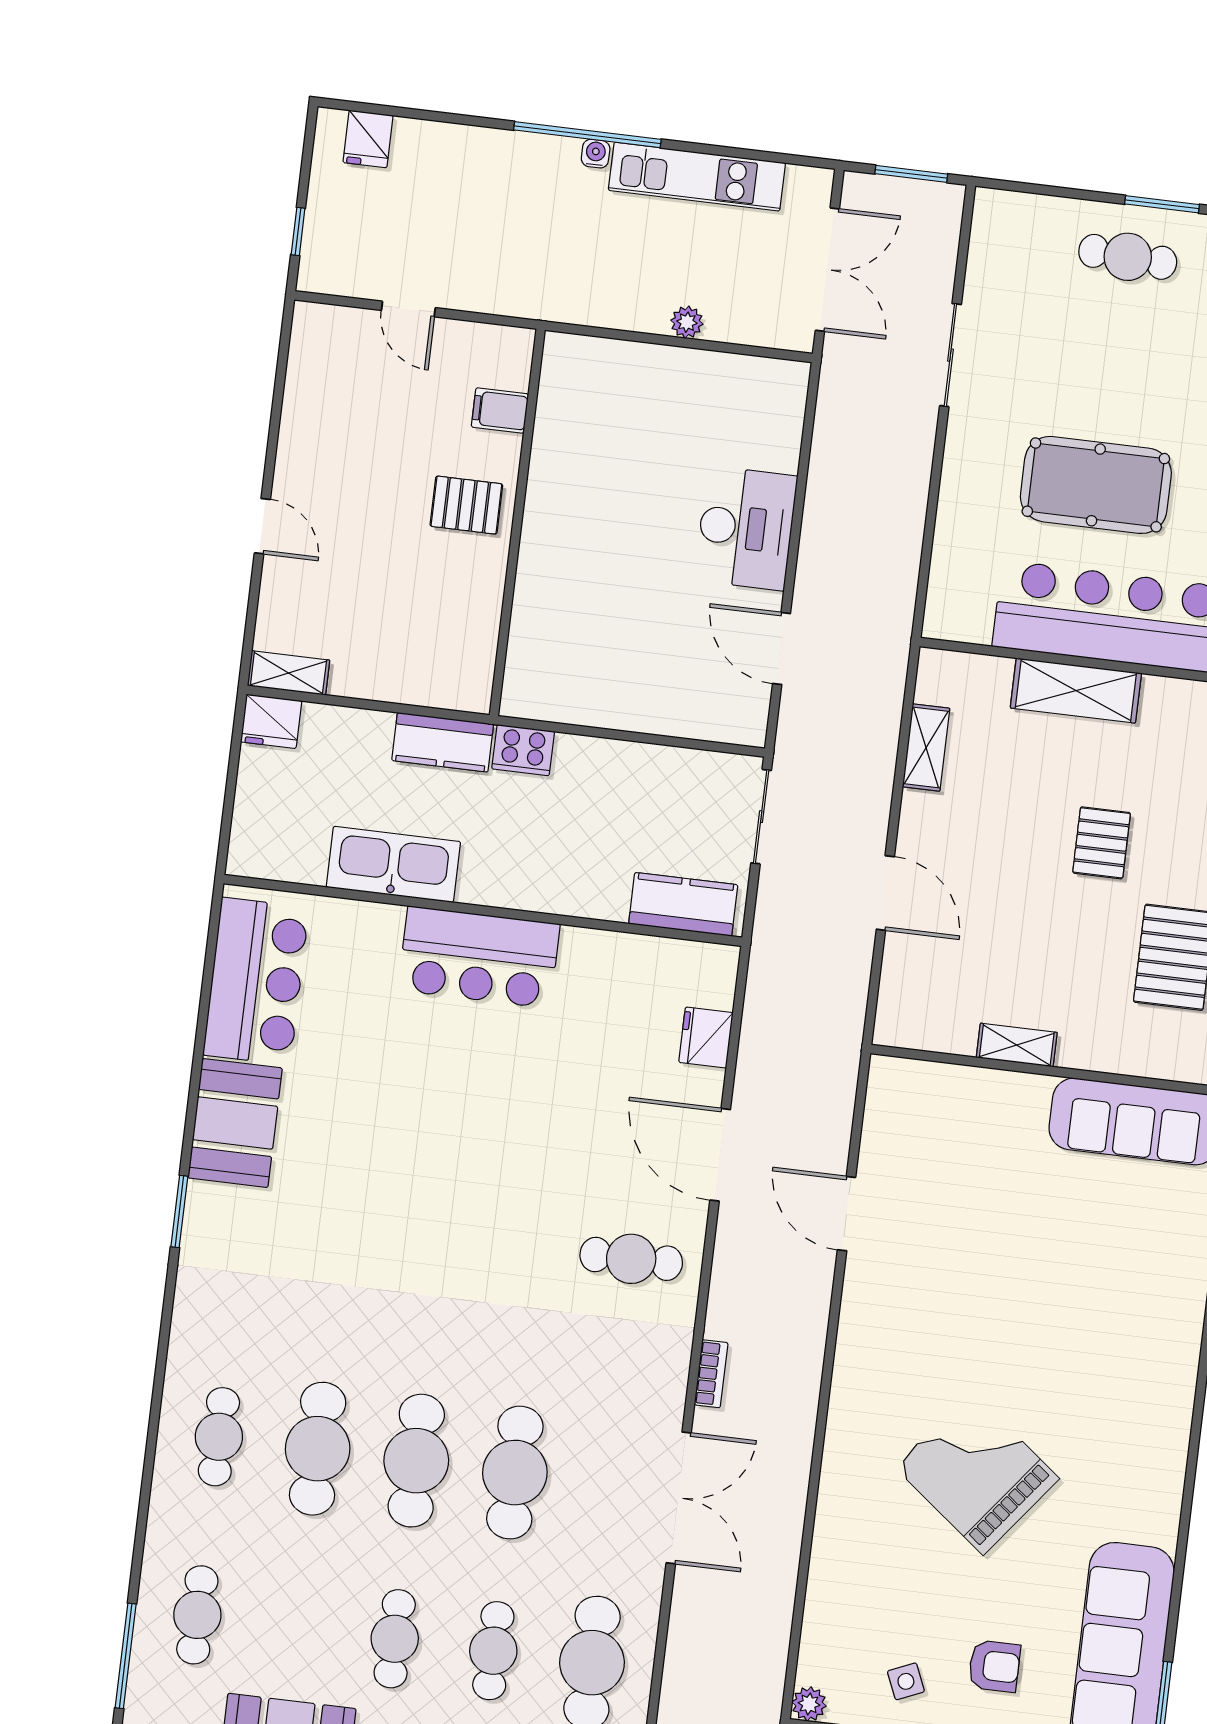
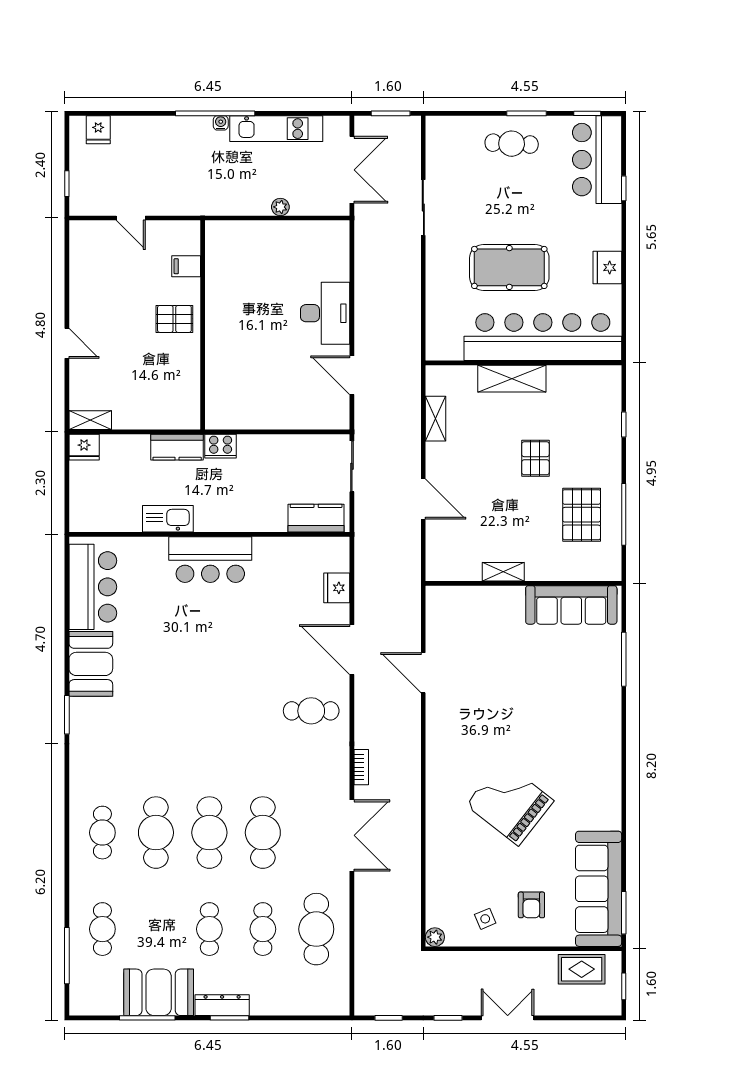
kitchen sink: (393, 864) -> (168, 519), width x0.73, depth x0.81
armchair: (994, 1666) -> (531, 905), turned 90

